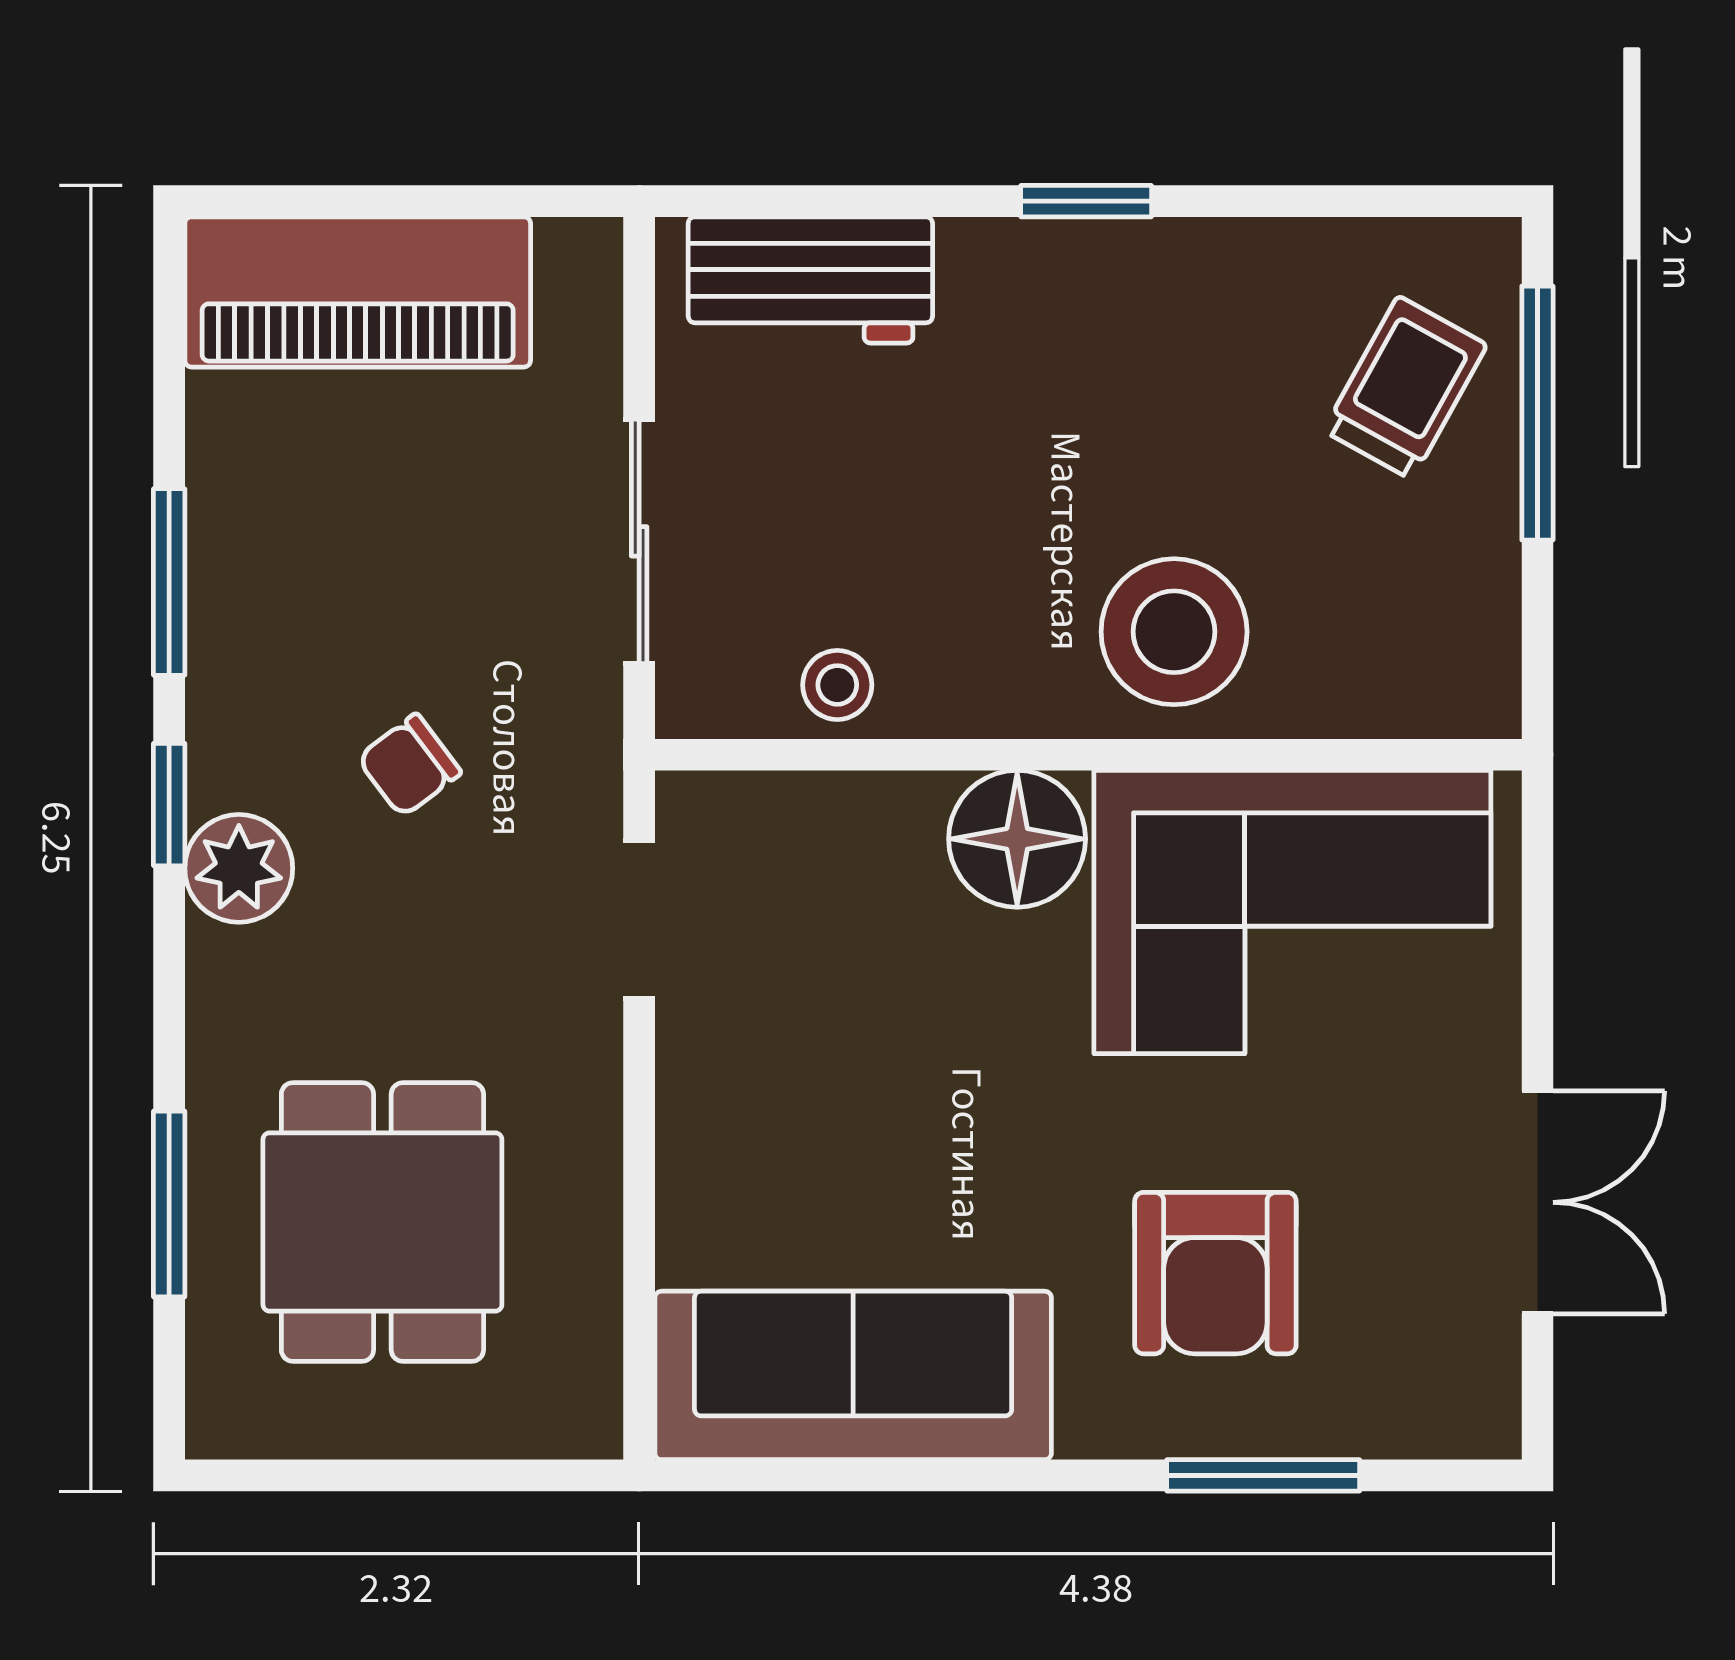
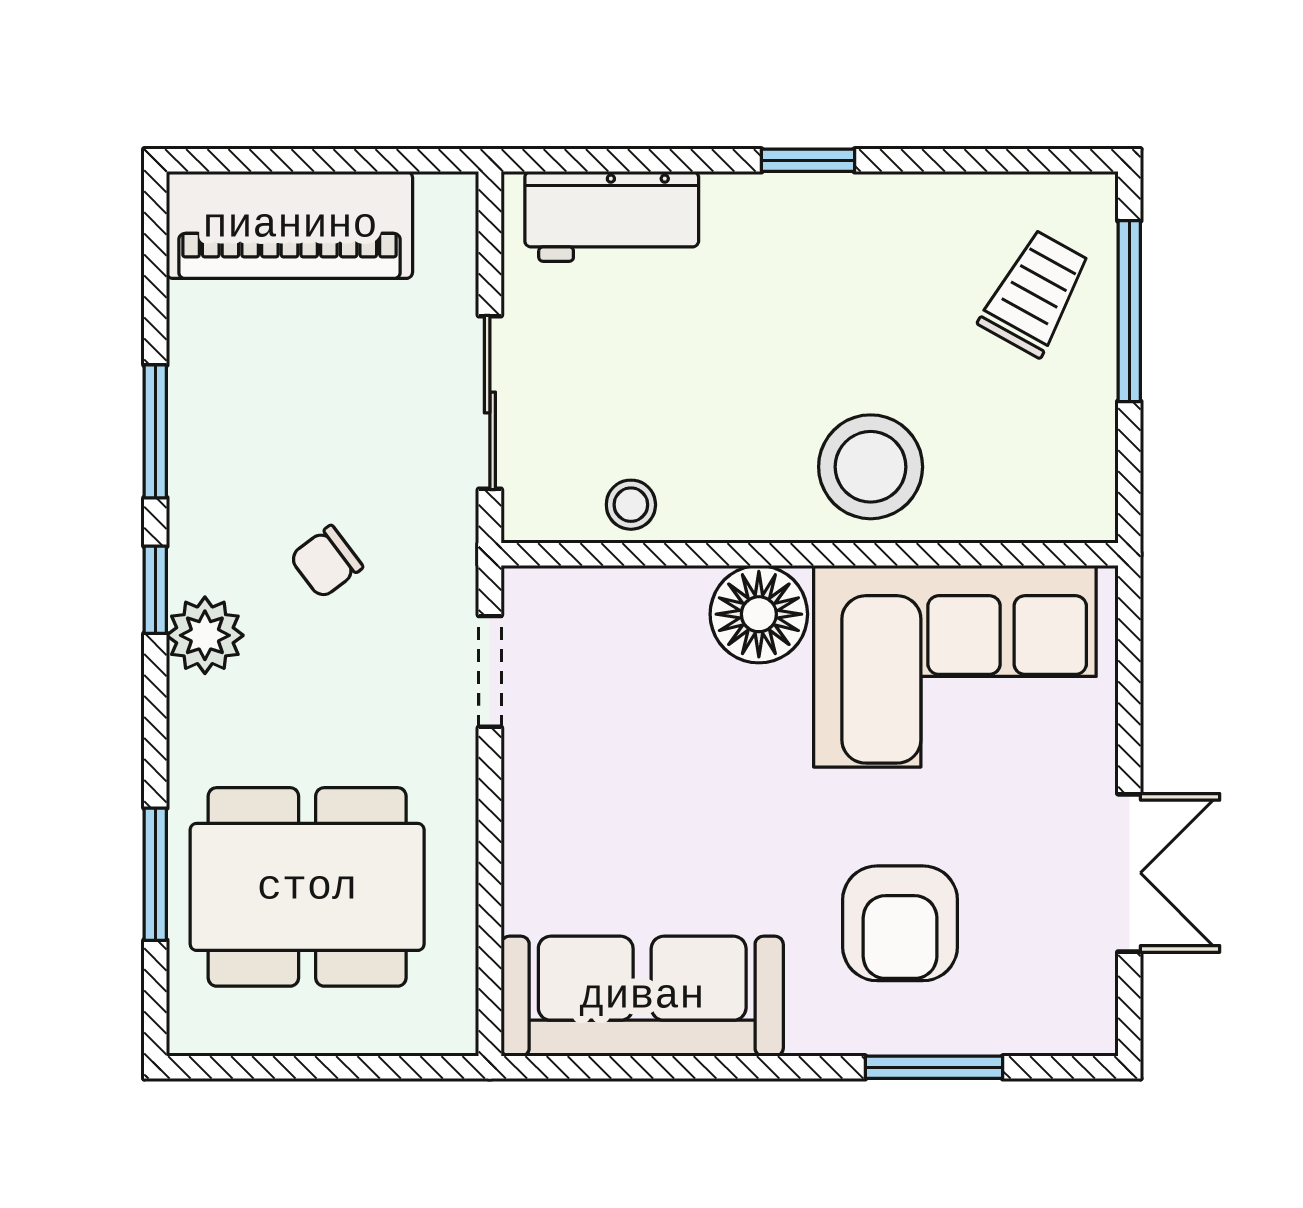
dining table: (382, 1222) -> (307, 887), width x1.37

